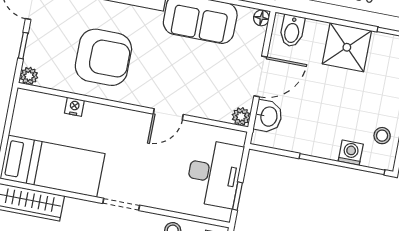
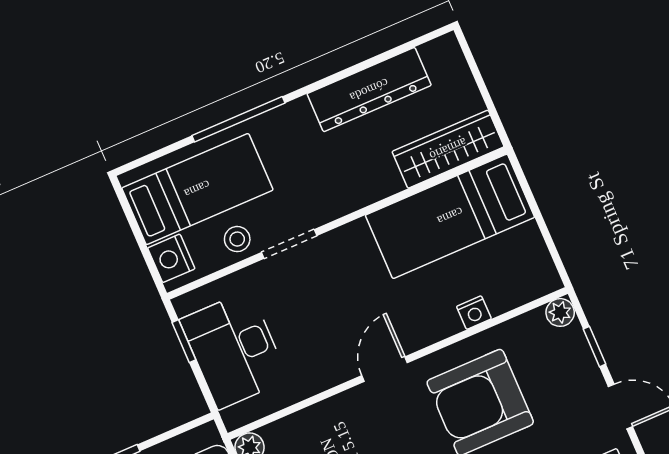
door: (168, 114) -> (385, 369), moved
doorway: (121, 204) -> (289, 244), moved

